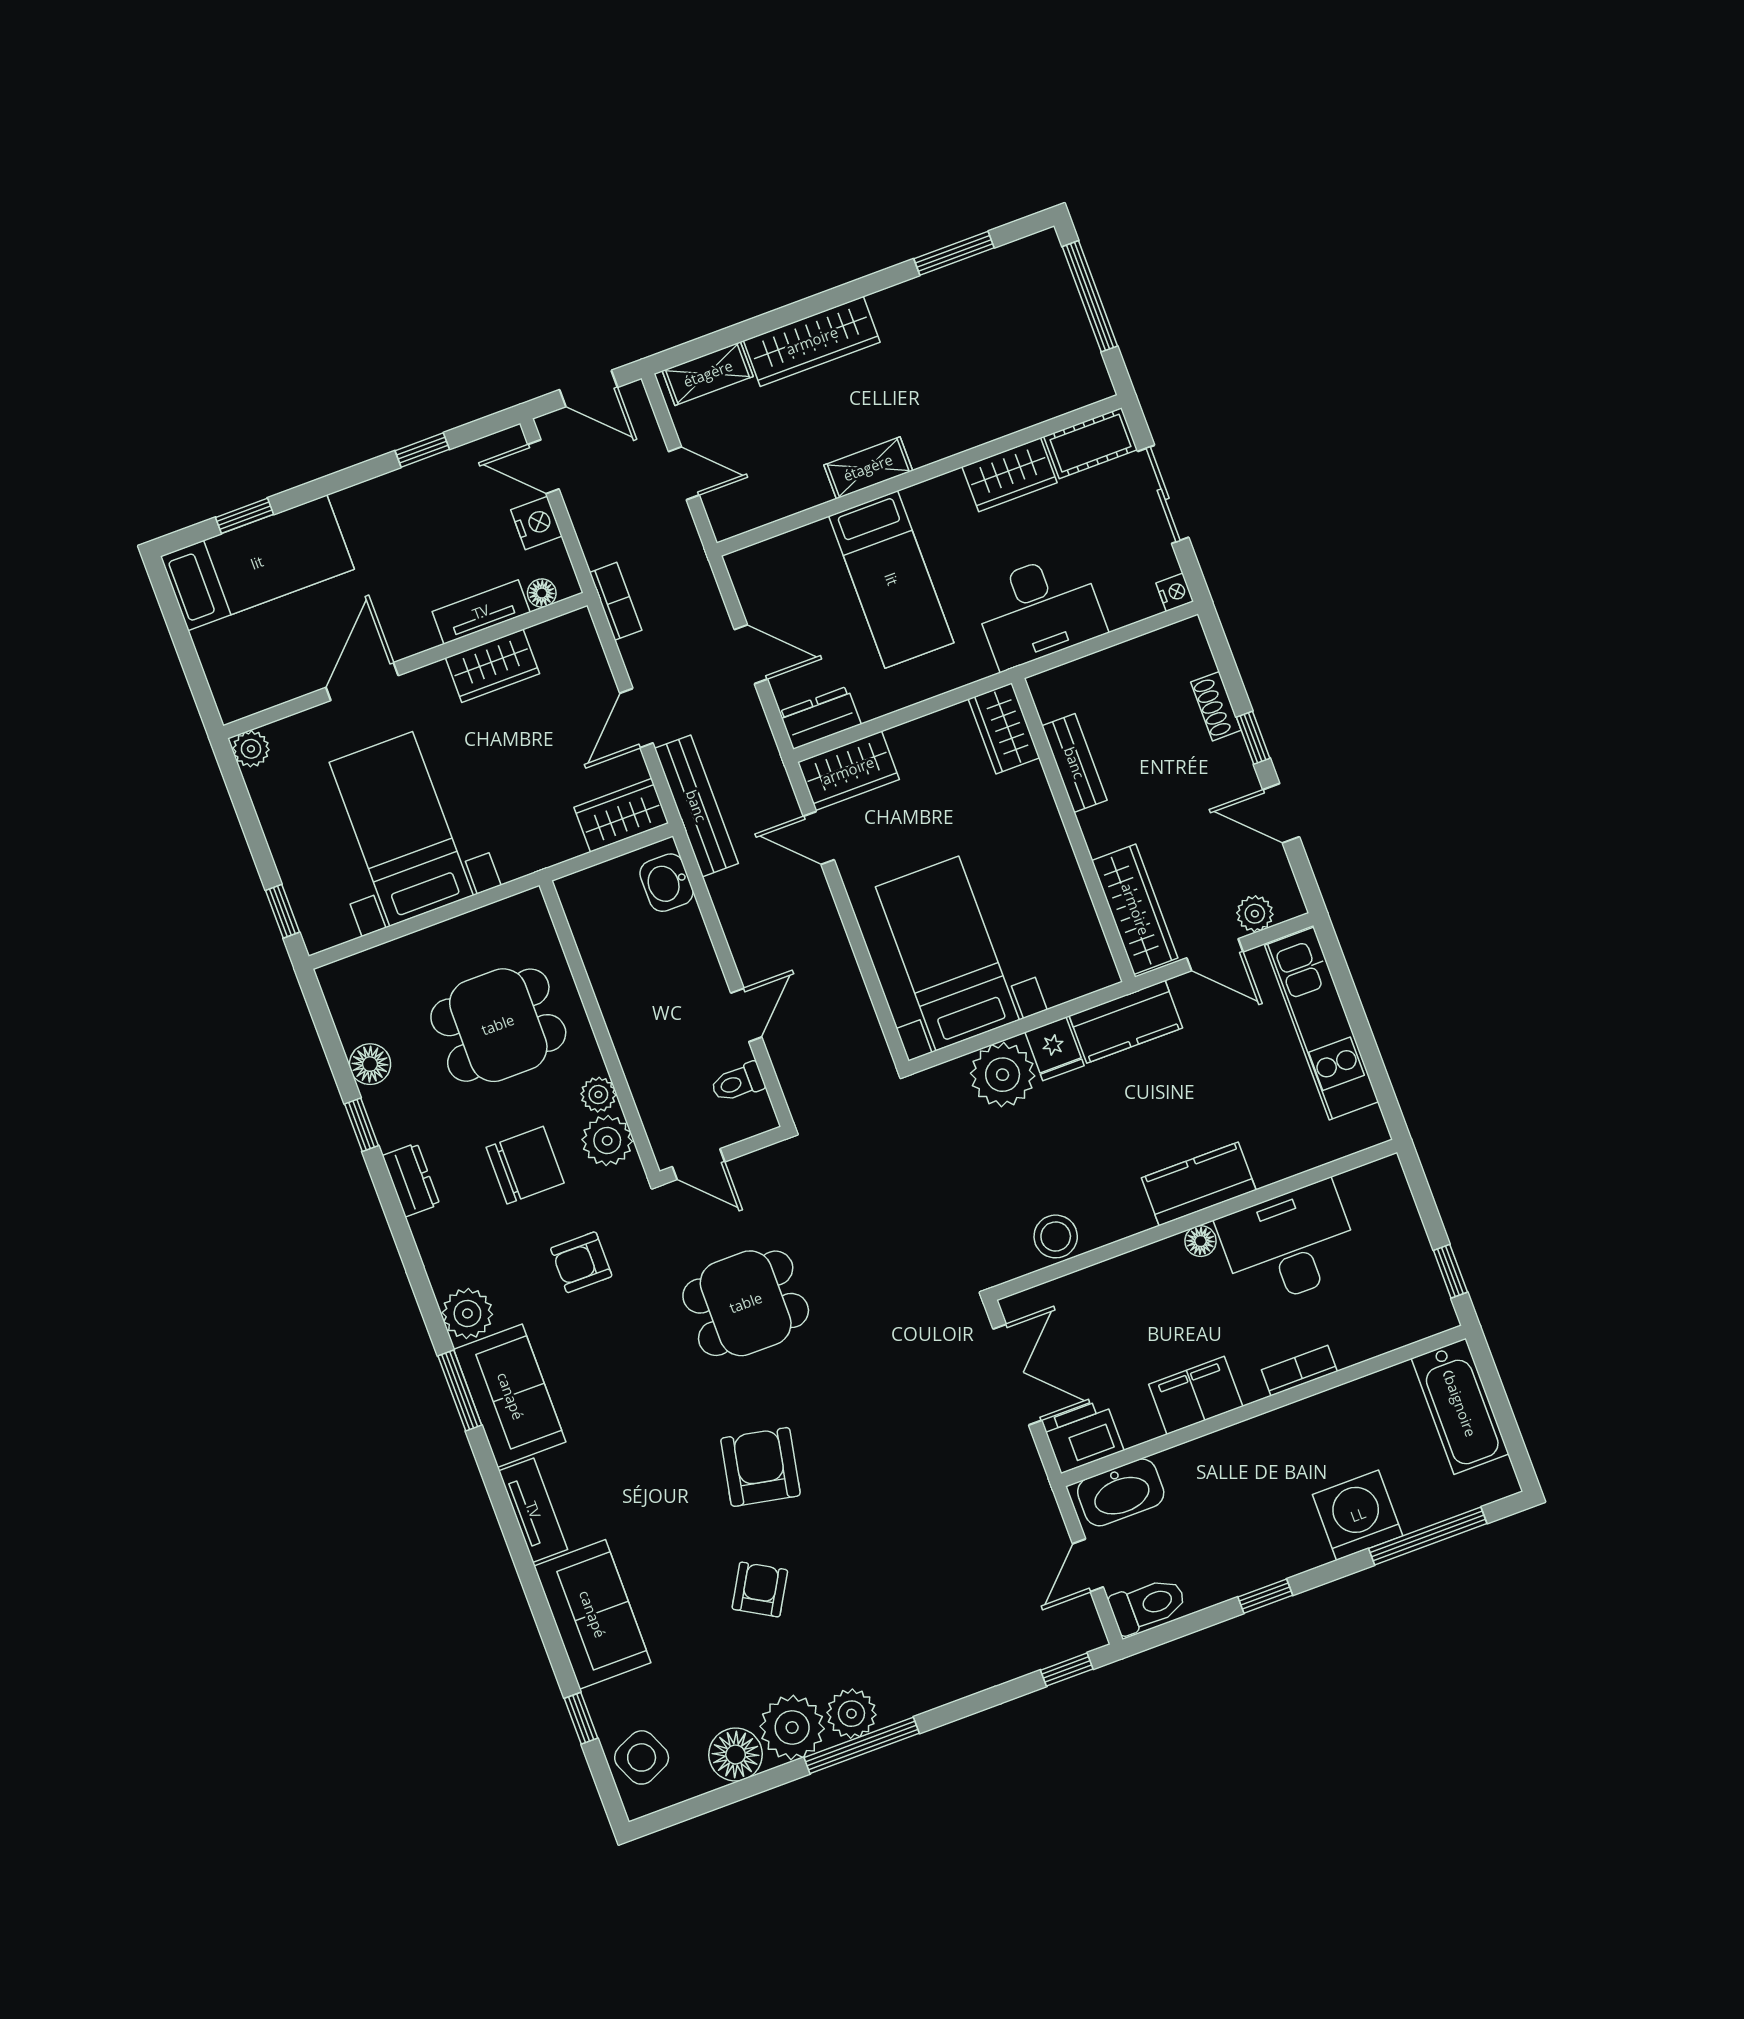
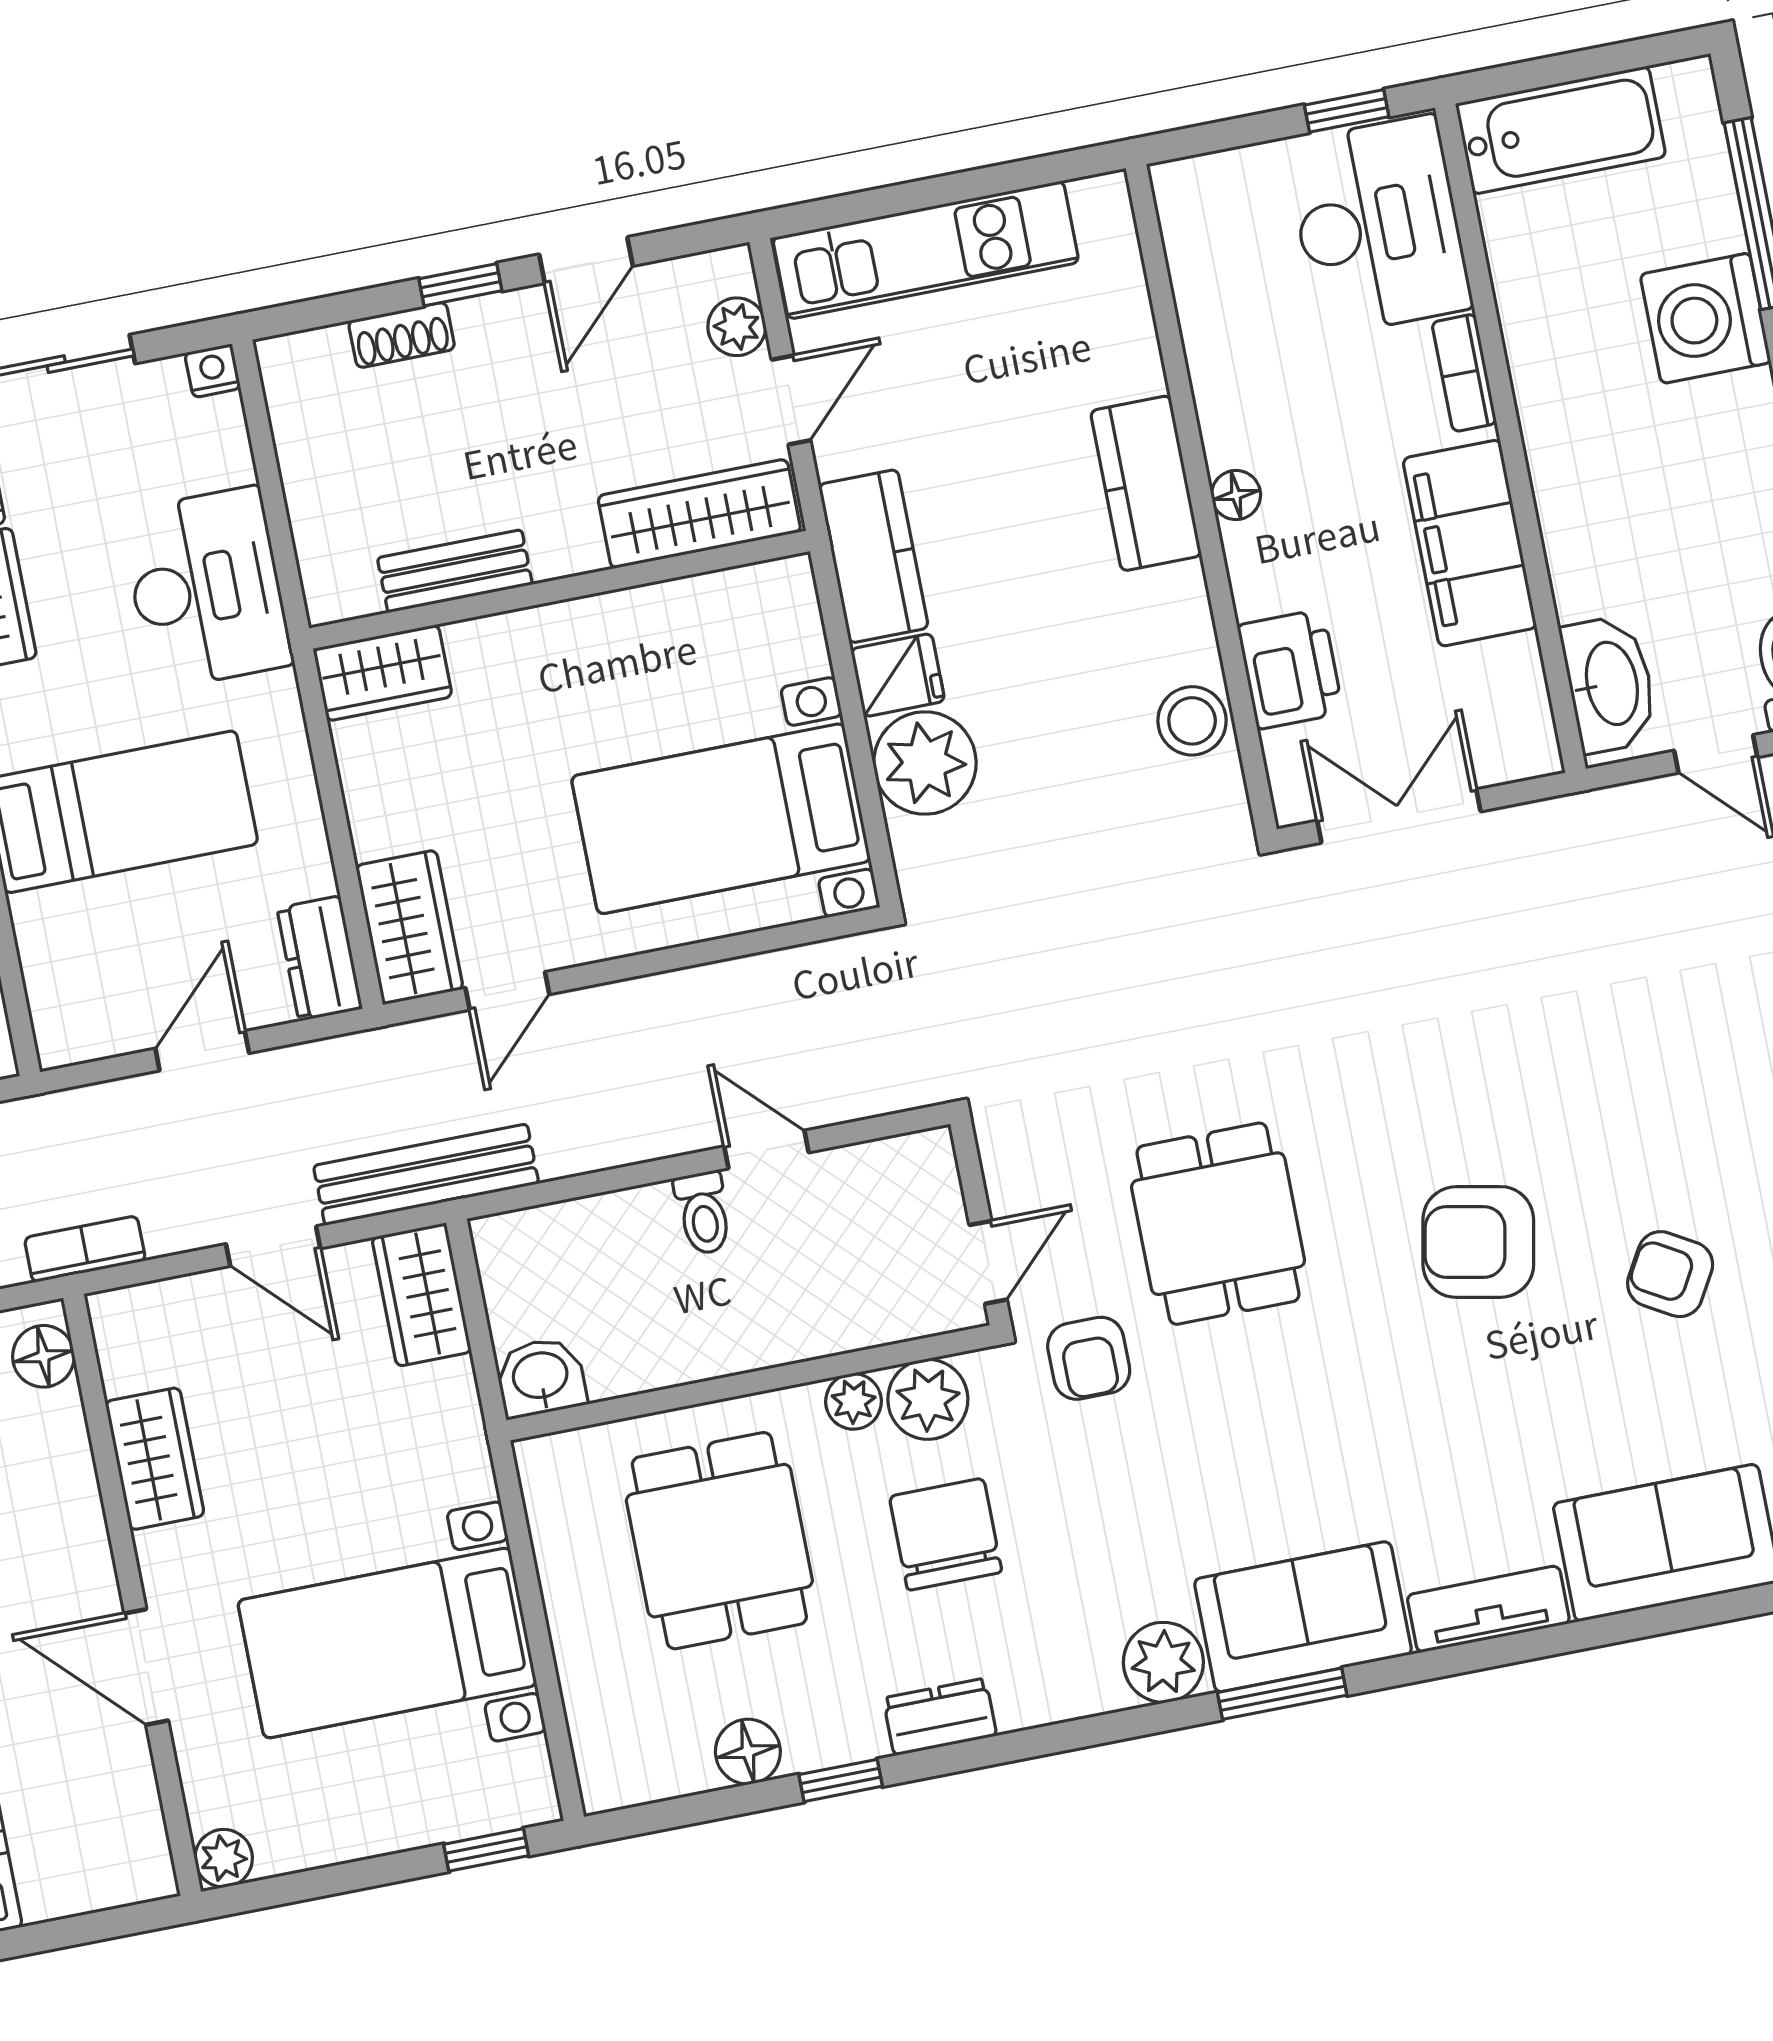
floor lamp: (542, 593) -> (43, 1356), width x1.37, depth x1.37
tv unit: (481, 612) -> (67, 1463), removed
washbasin: (667, 883) -> (541, 1377), moved, turned 180
toilet: (738, 1083) -> (703, 1213), moved
desk: (1289, 1244) -> (1378, 225), moved, turned 180
armchair: (581, 1262) -> (1089, 1358), moved
filing cabinet: (1196, 1395) -> (1470, 543), width x1.50, depth x1.17
printer: (1083, 1436) -> (1290, 669), moved, turned 180

